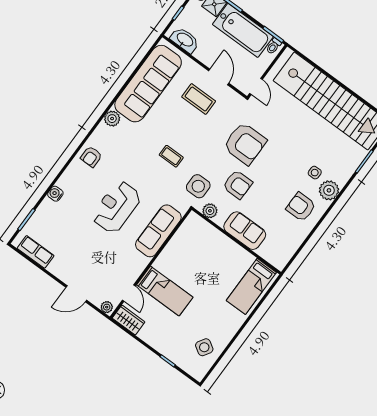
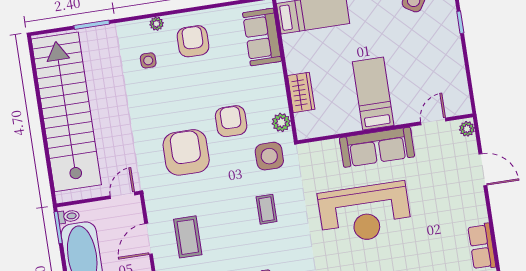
plant: (329, 190) -> (157, 24), width x0.53, depth x0.53
reception desk: (116, 207) -> (365, 213), width x1.36, depth x1.30
armchair: (301, 207) -> (193, 41), turned 180
sofa: (158, 231) -> (377, 147), moved
sofa: (245, 231) -> (262, 37), moved
bed: (165, 291) -> (373, 94), moved
wardrobe: (129, 320) -> (301, 92), moved, turned 180

